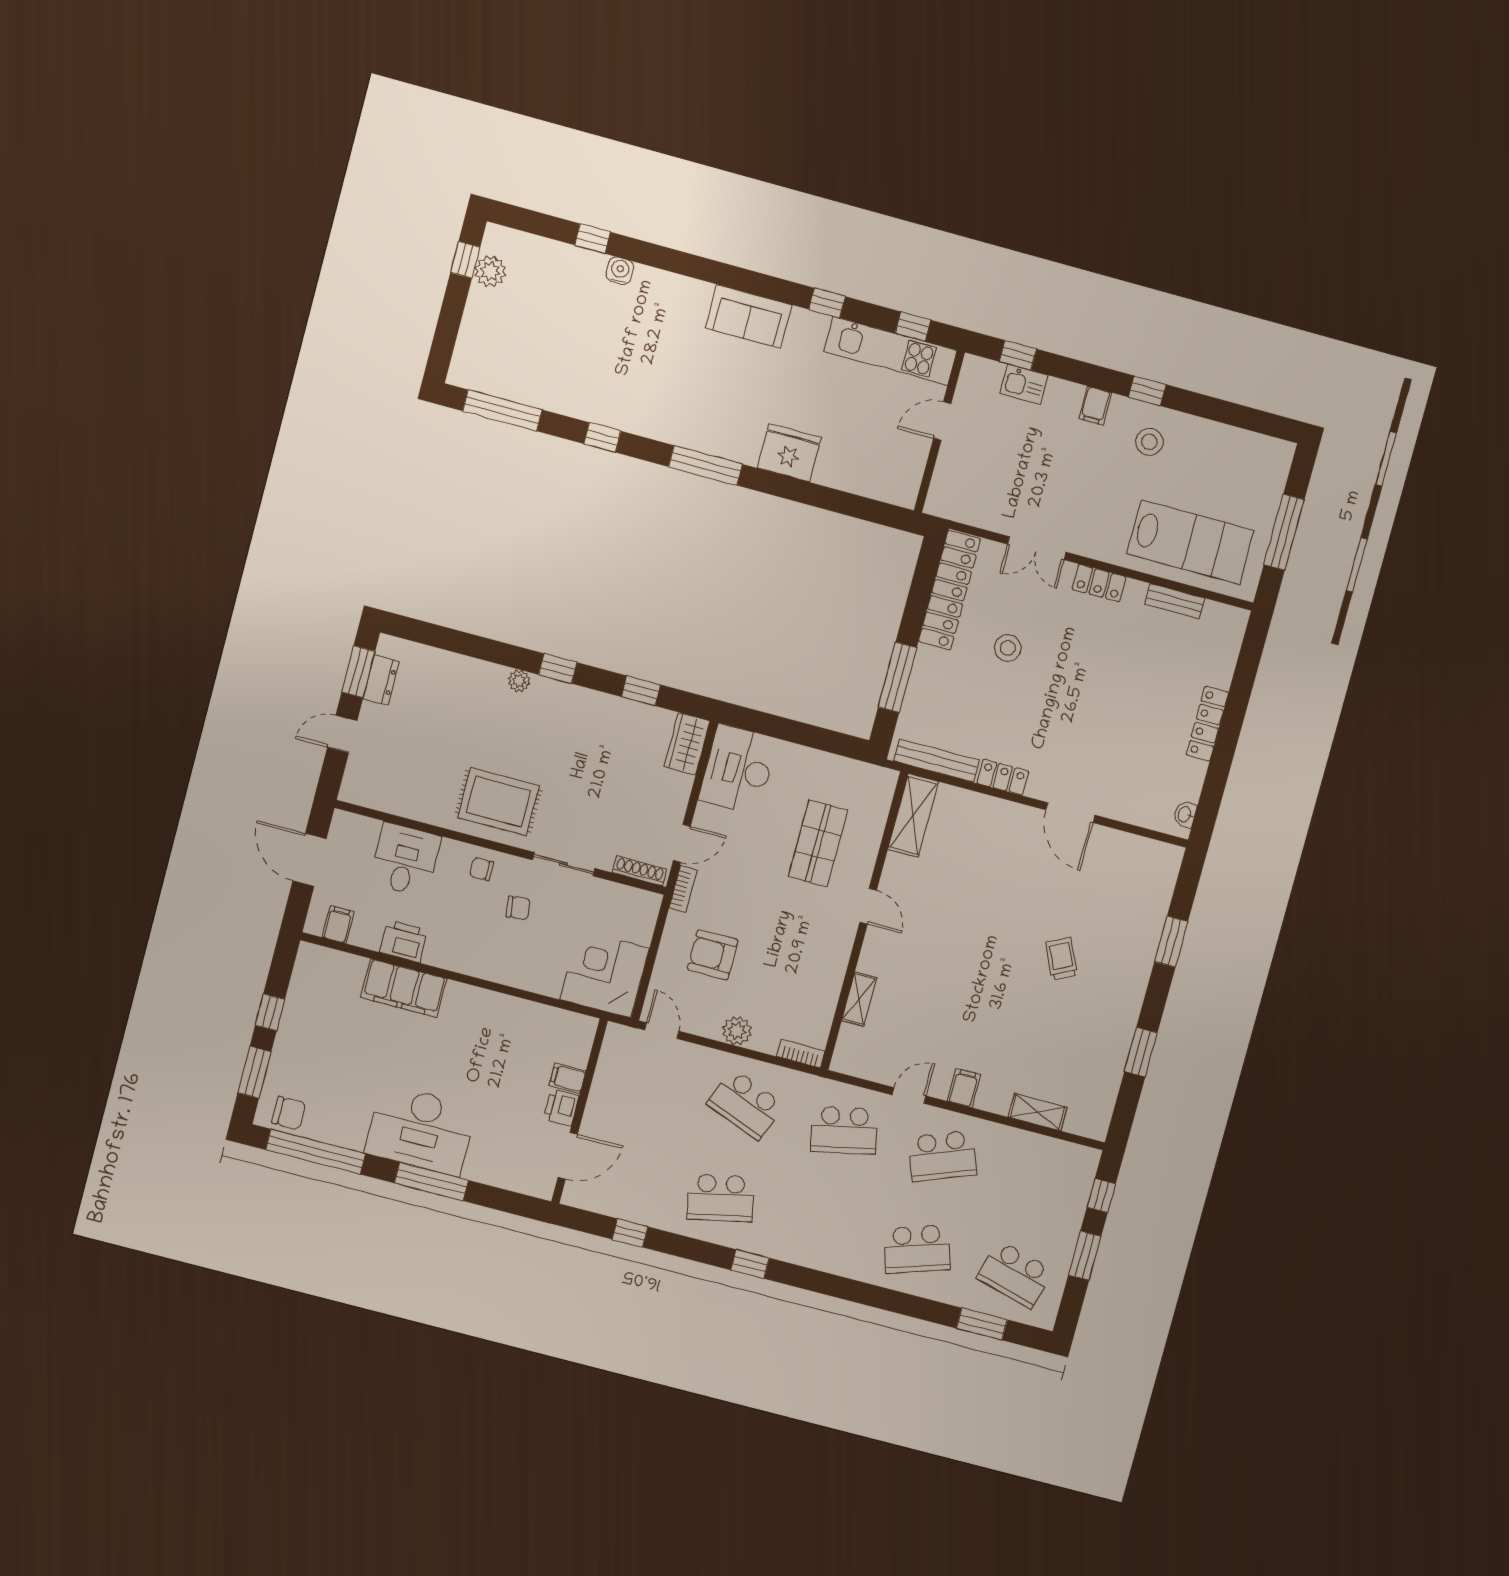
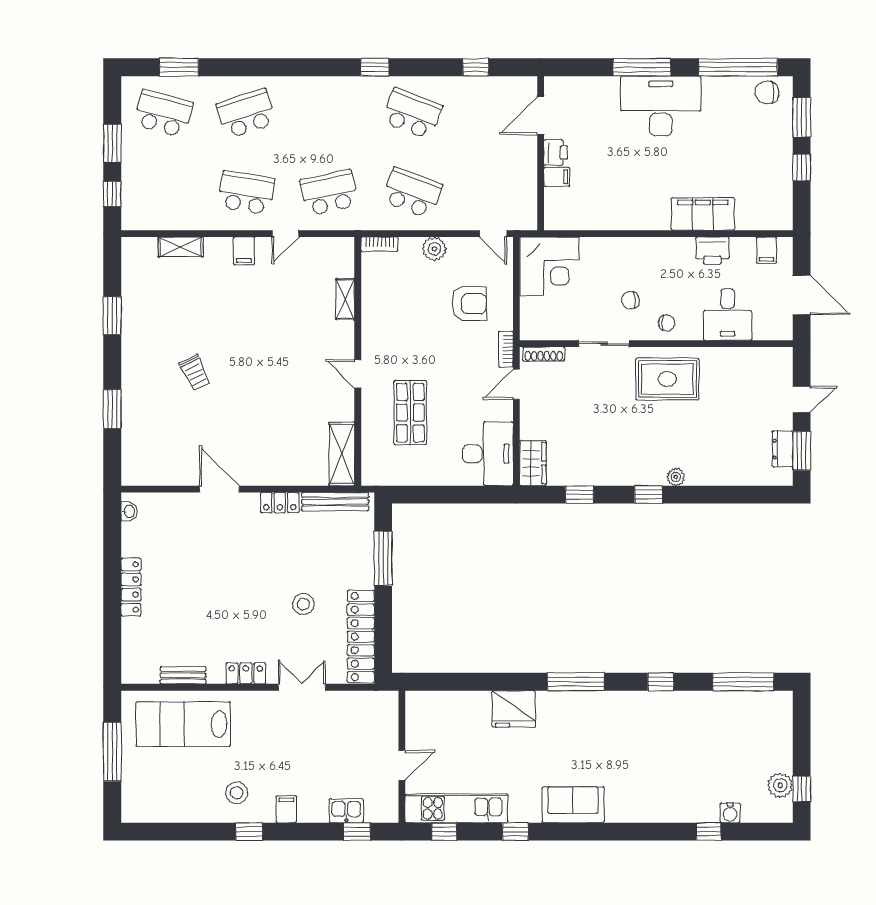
water cooler: (620, 271) -> (730, 813), moved
school desk: (942, 1156) -> (246, 193), turned 30
school desk: (720, 1198) -> (412, 114), turned 33

